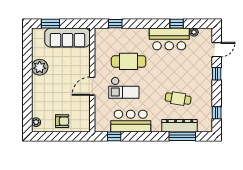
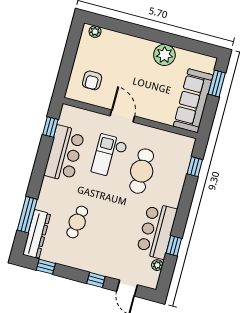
armchair: (62, 121) -> (92, 80), moved
dresser: (180, 126) -> (37, 234), moved

